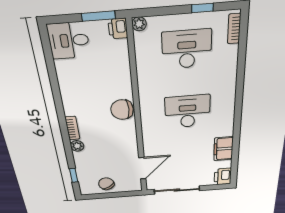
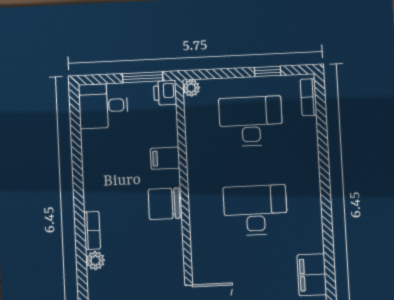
filing cabinet: (121, 79) -> (165, 158), added

